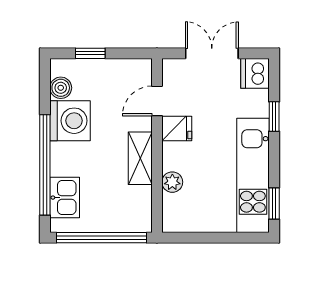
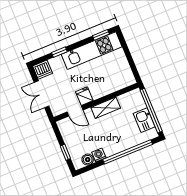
washing machine: (70, 121) -> (99, 155), width x0.53, depth x0.53
plant: (172, 182) -> (111, 88), removed
kitchen sink: (65, 198) -> (144, 120), moved, turned -90

